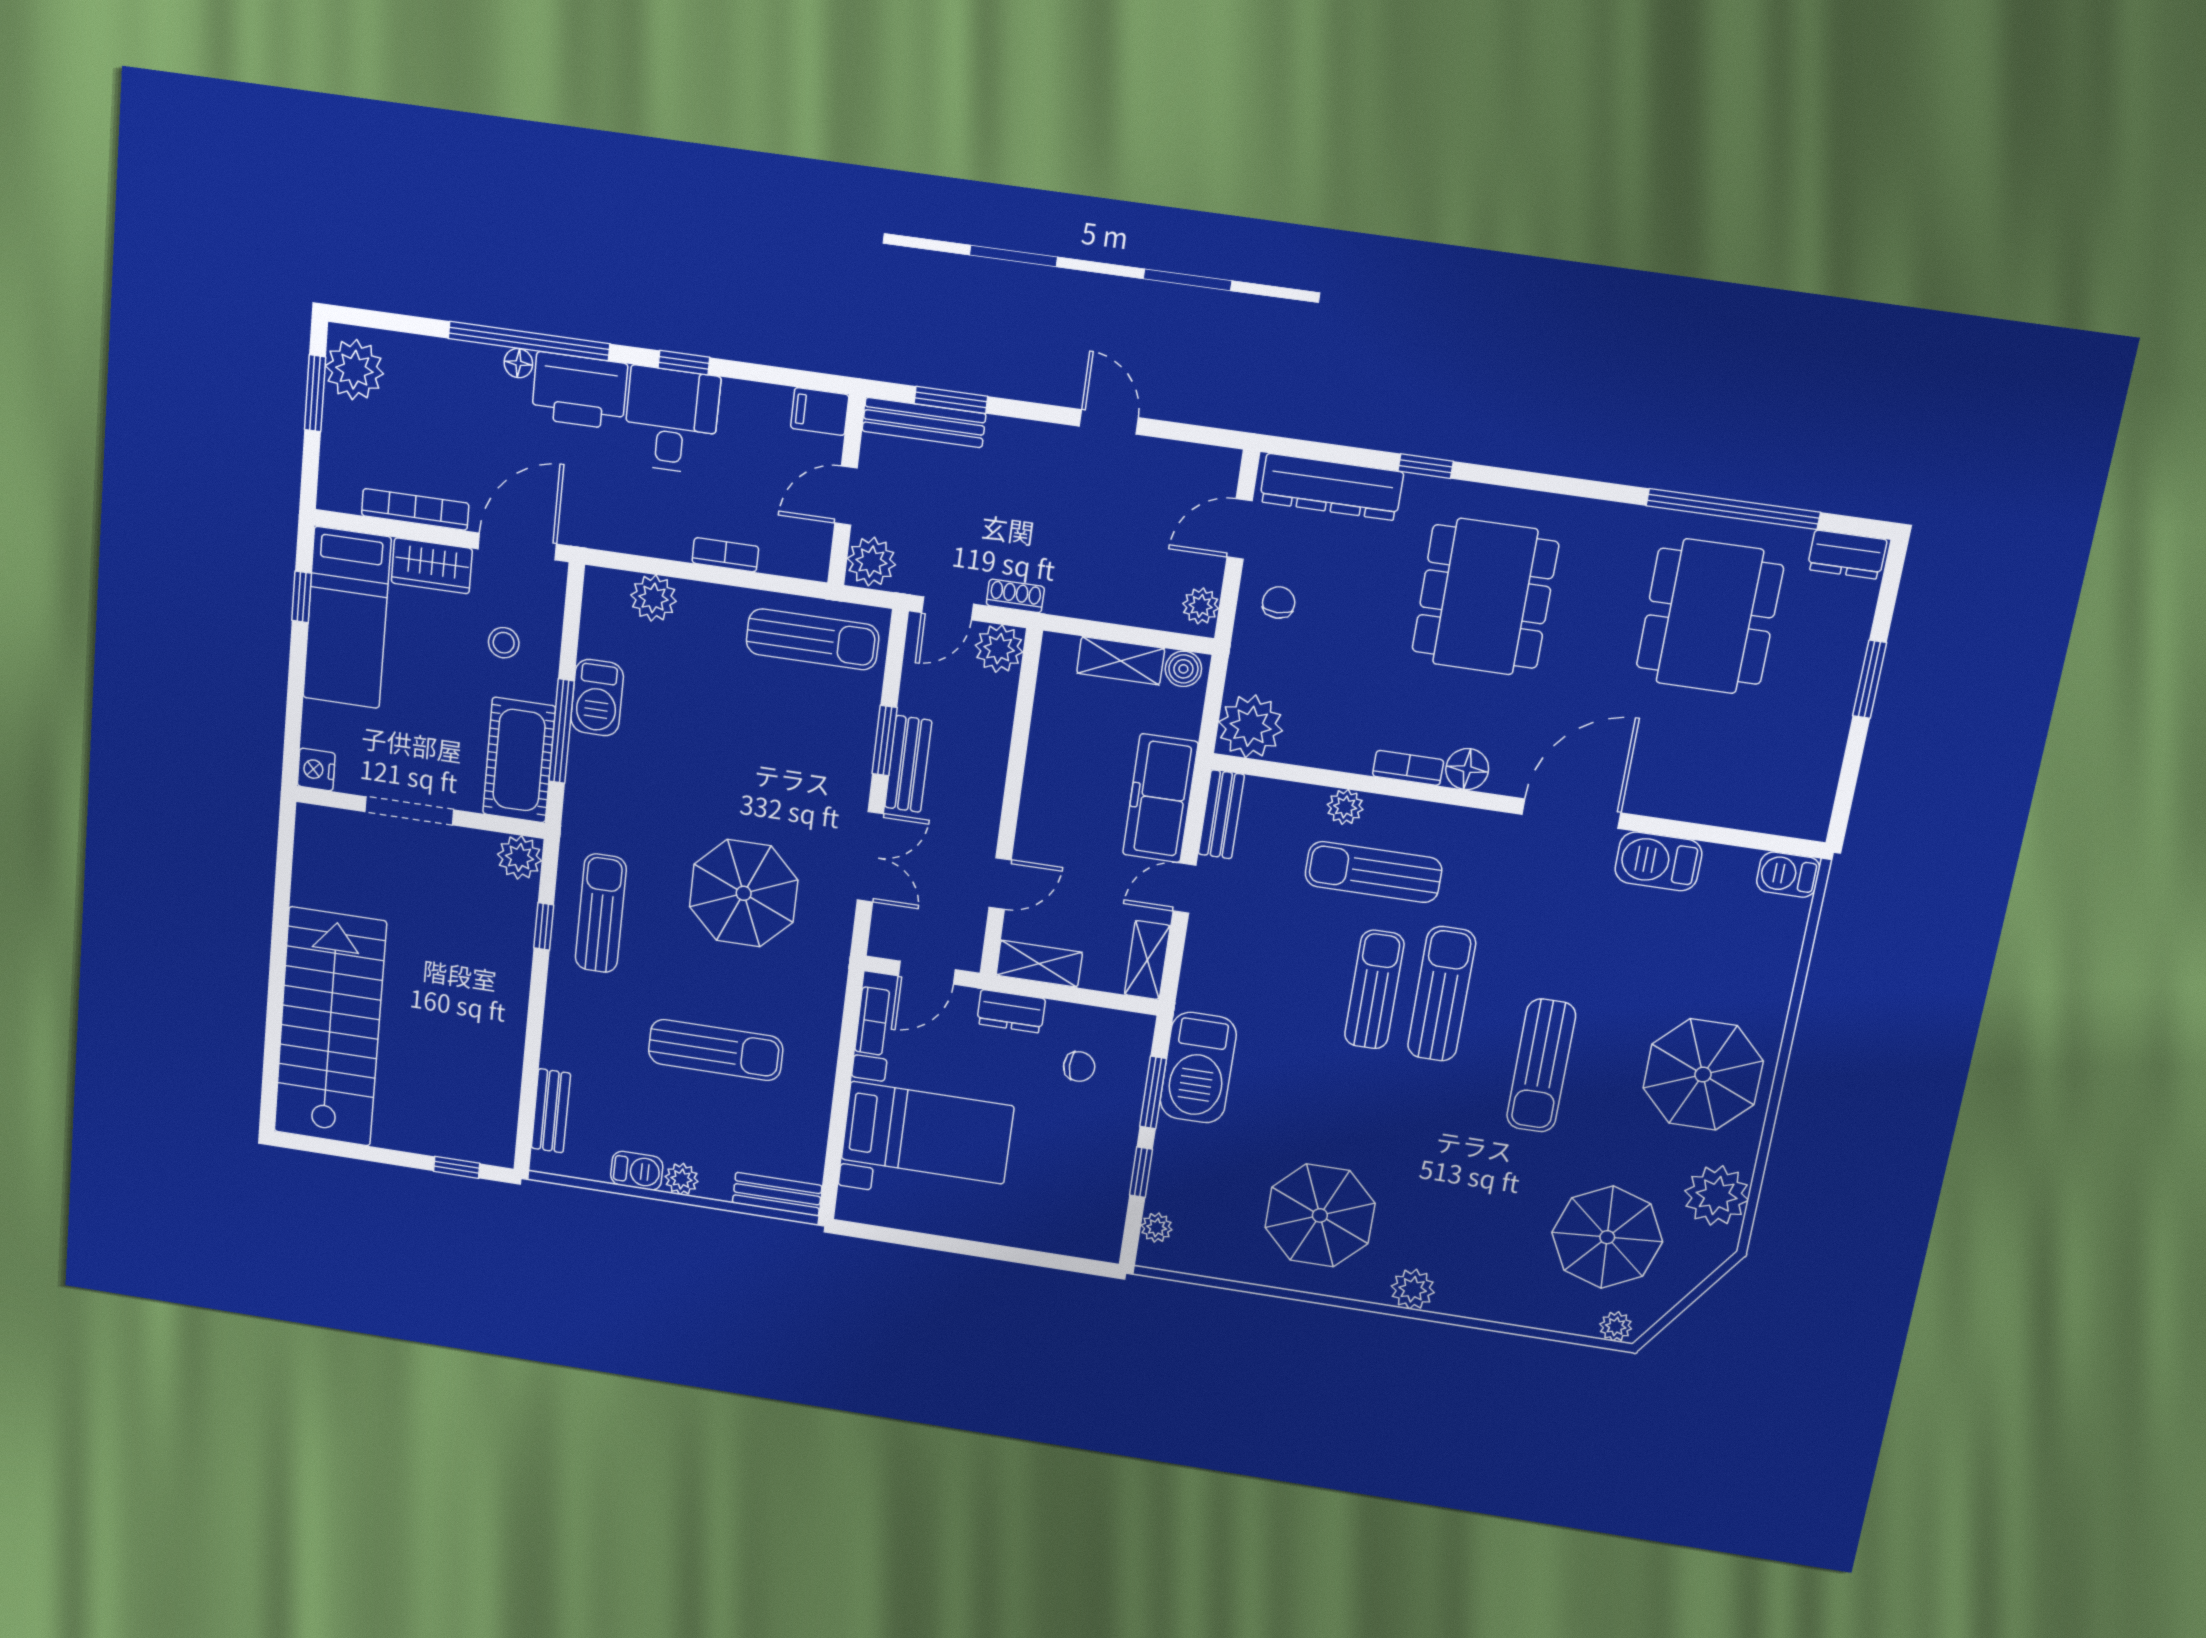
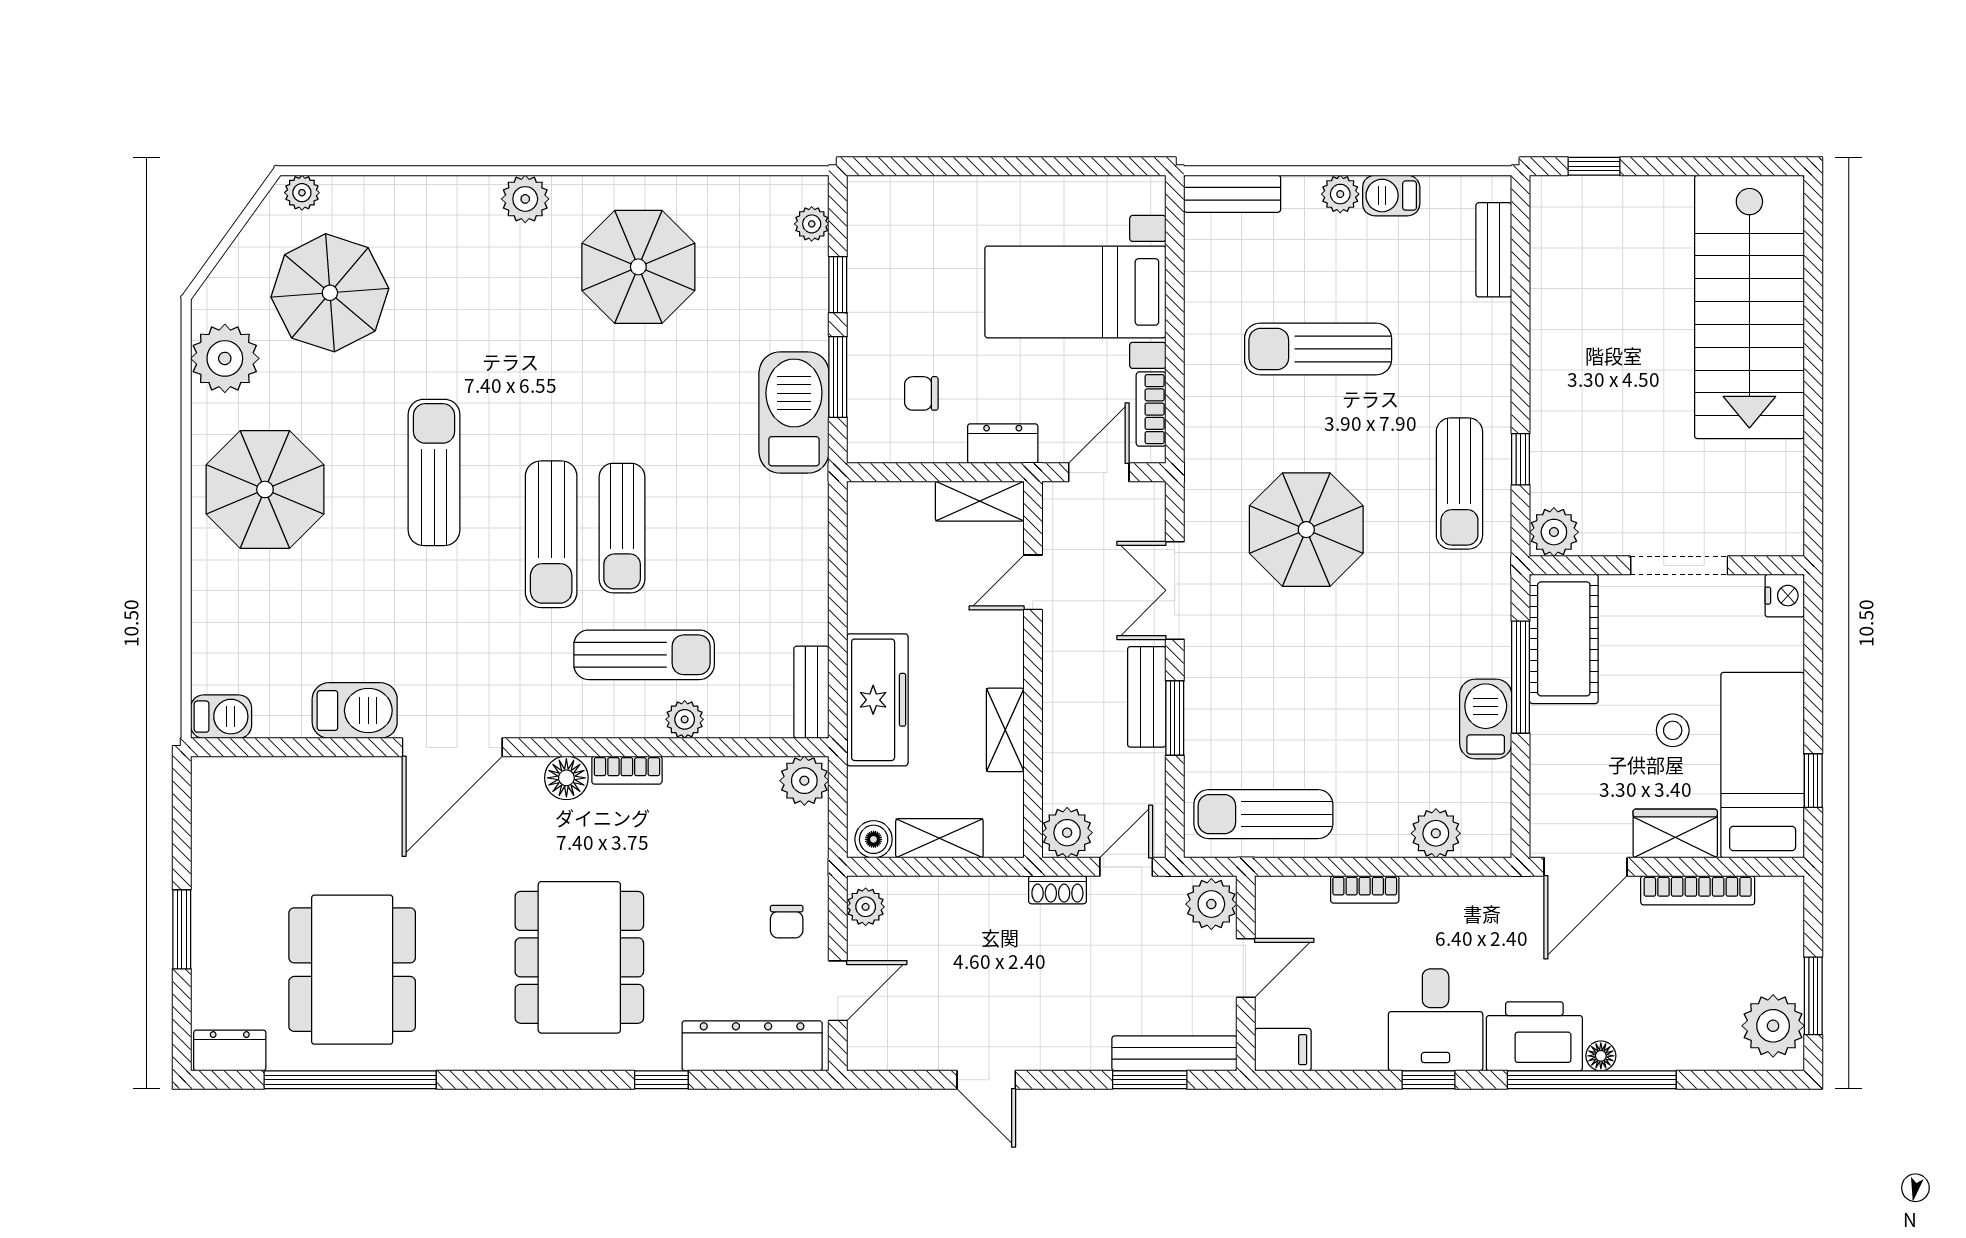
stool: (504, 643) -> (1673, 730), moved
plant: (1251, 726) -> (804, 781), width x0.73, depth x0.73
door: (1185, 888) -> (838, 607), removed
shelving: (1147, 960) -> (1005, 730), moved

